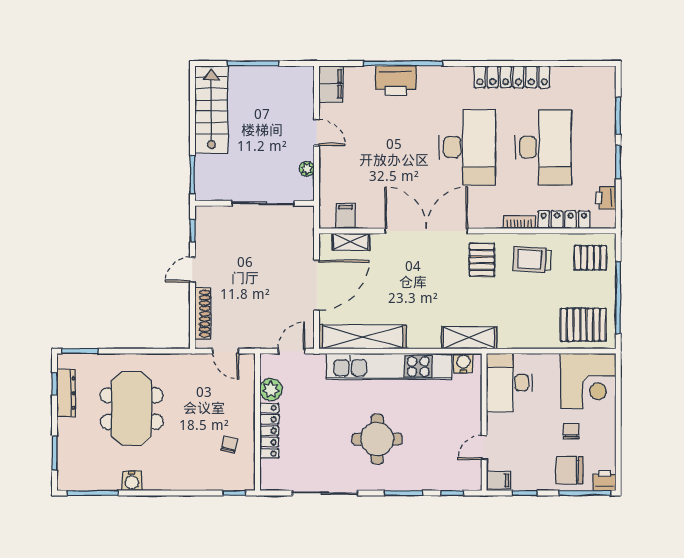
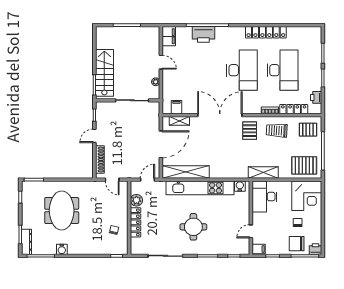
stairs: (211, 110) -> (104, 73), moved
shelving: (469, 338) -> (263, 172), moved
dresser: (66, 393) -> (27, 242), moved

